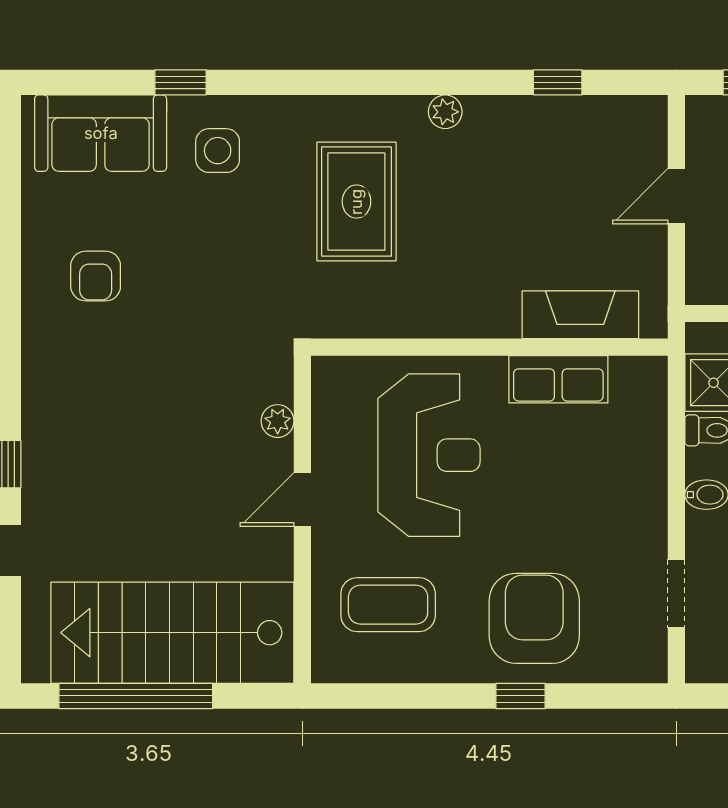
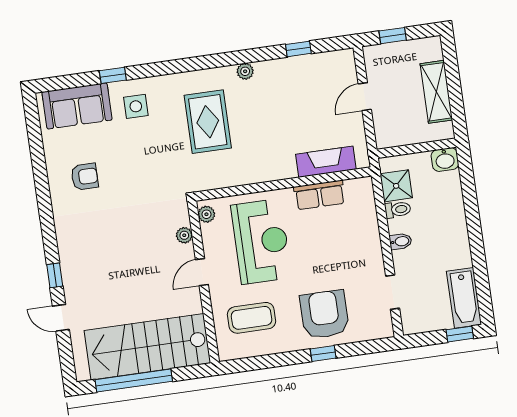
armchair: (96, 276) -> (85, 177), turned -90
plant: (328, 386) -> (206, 214), added

